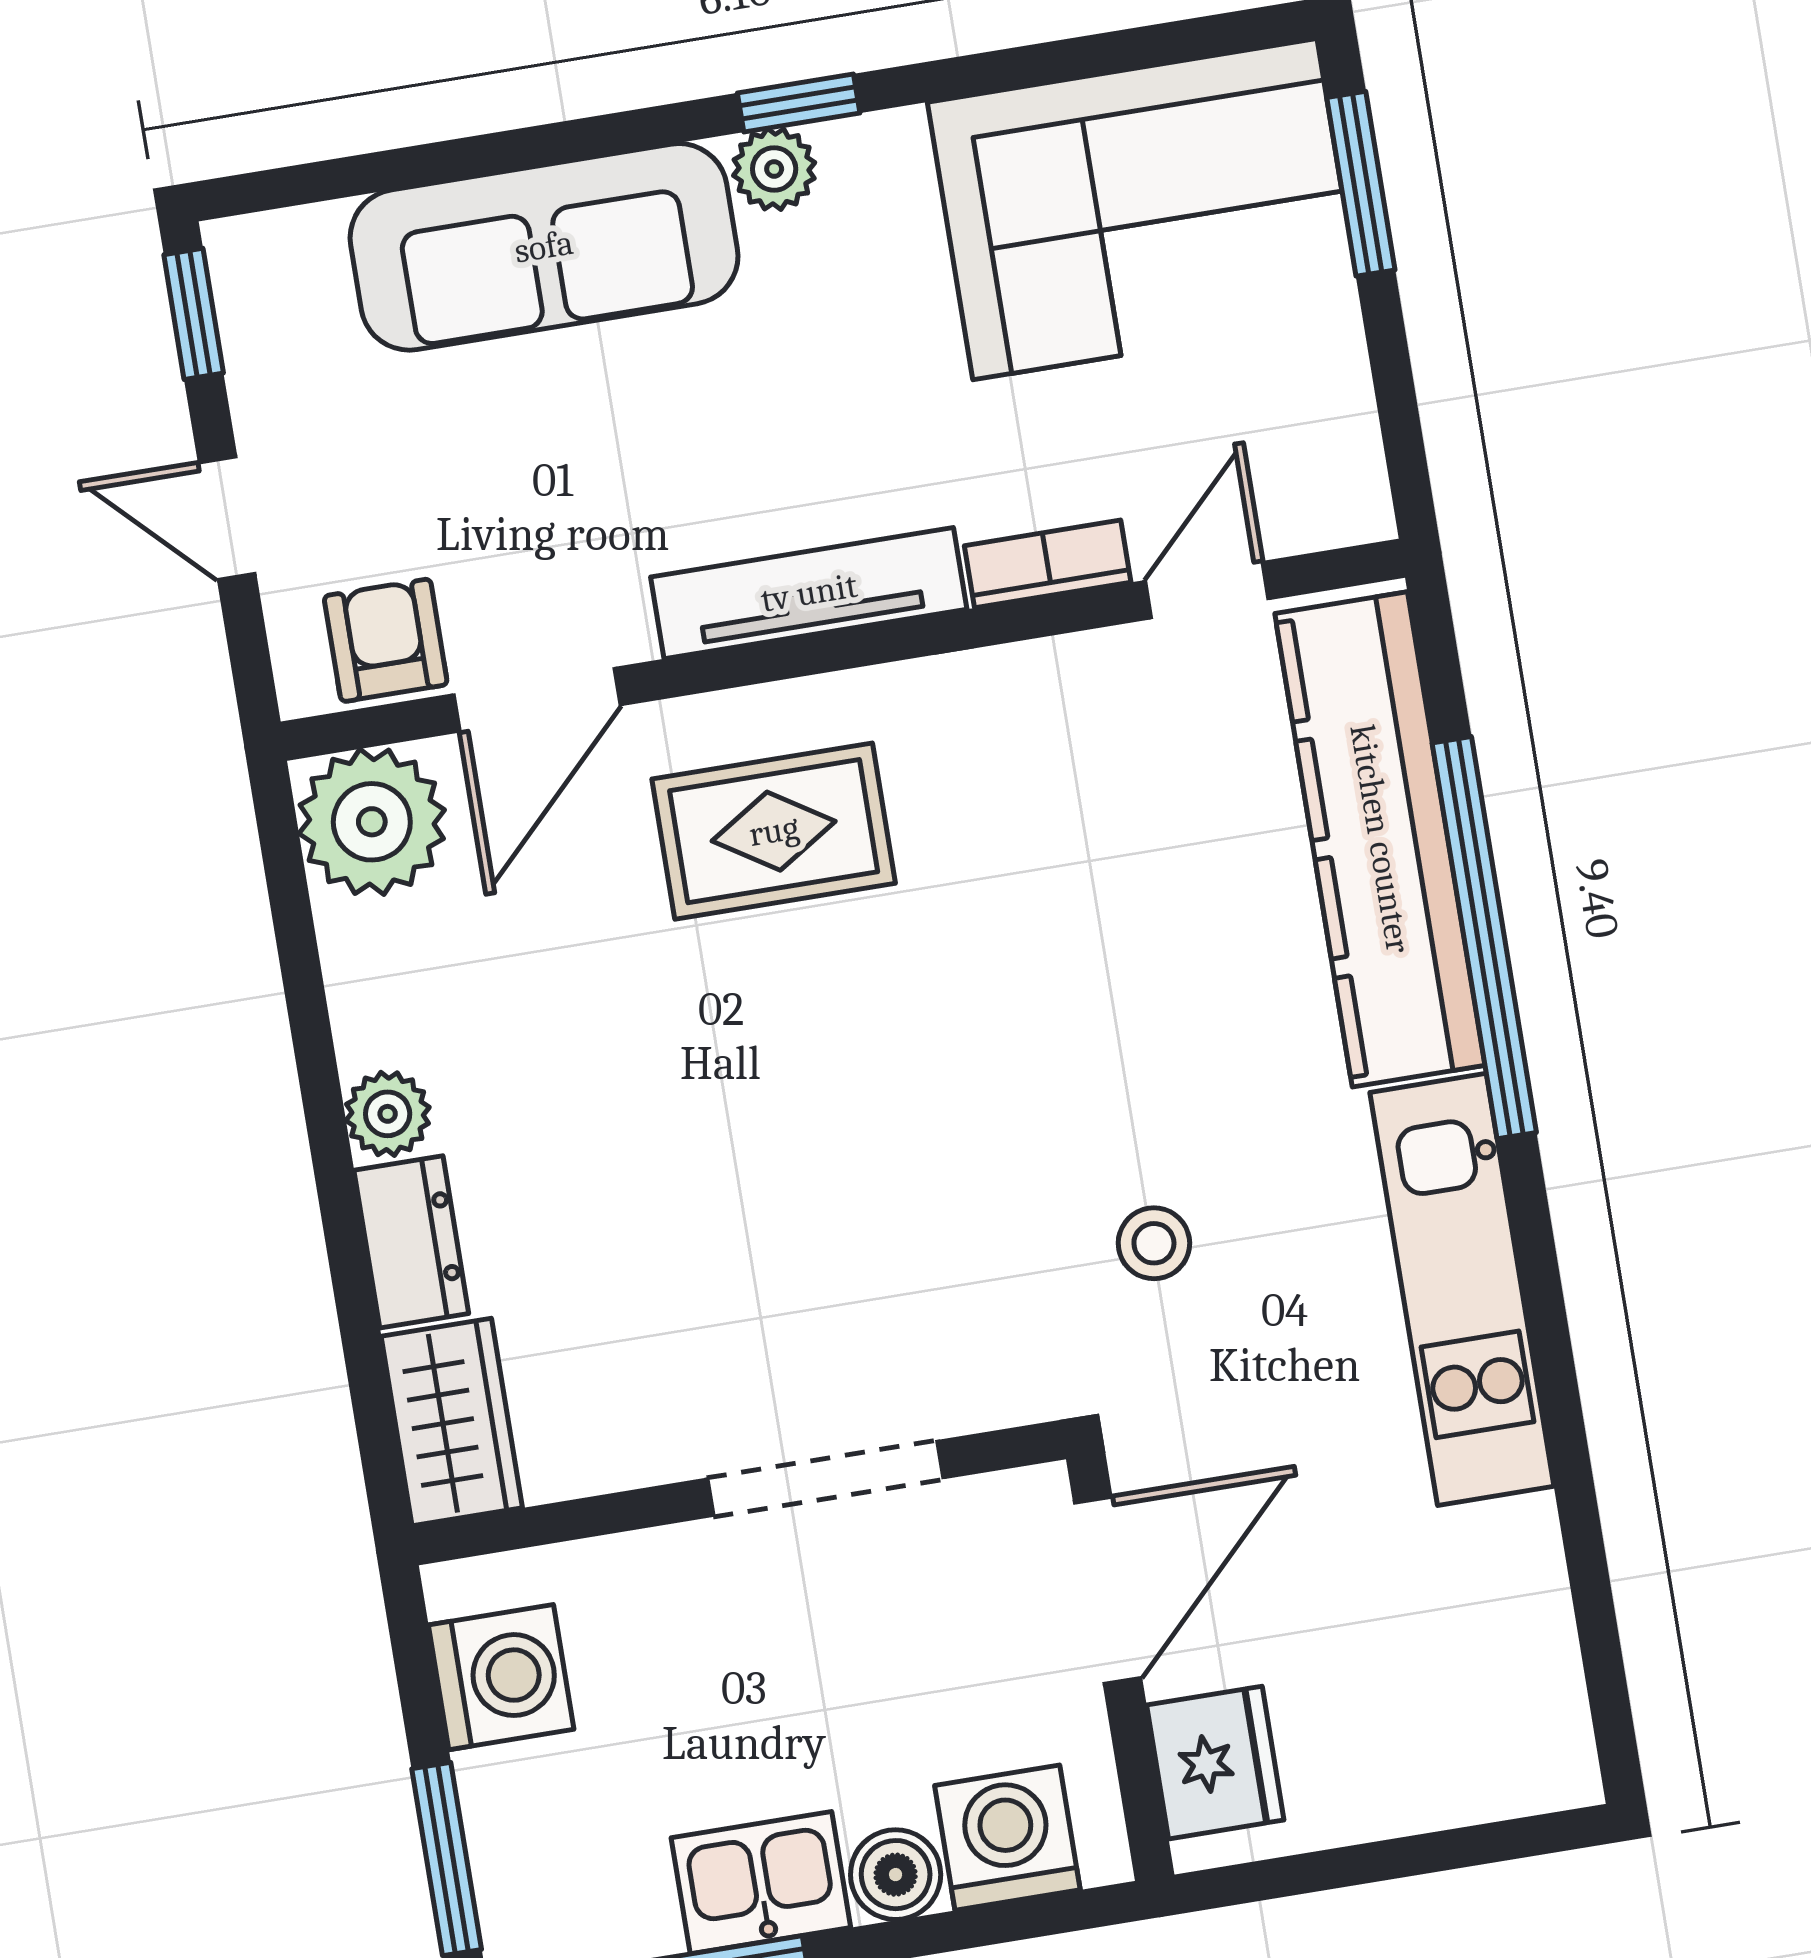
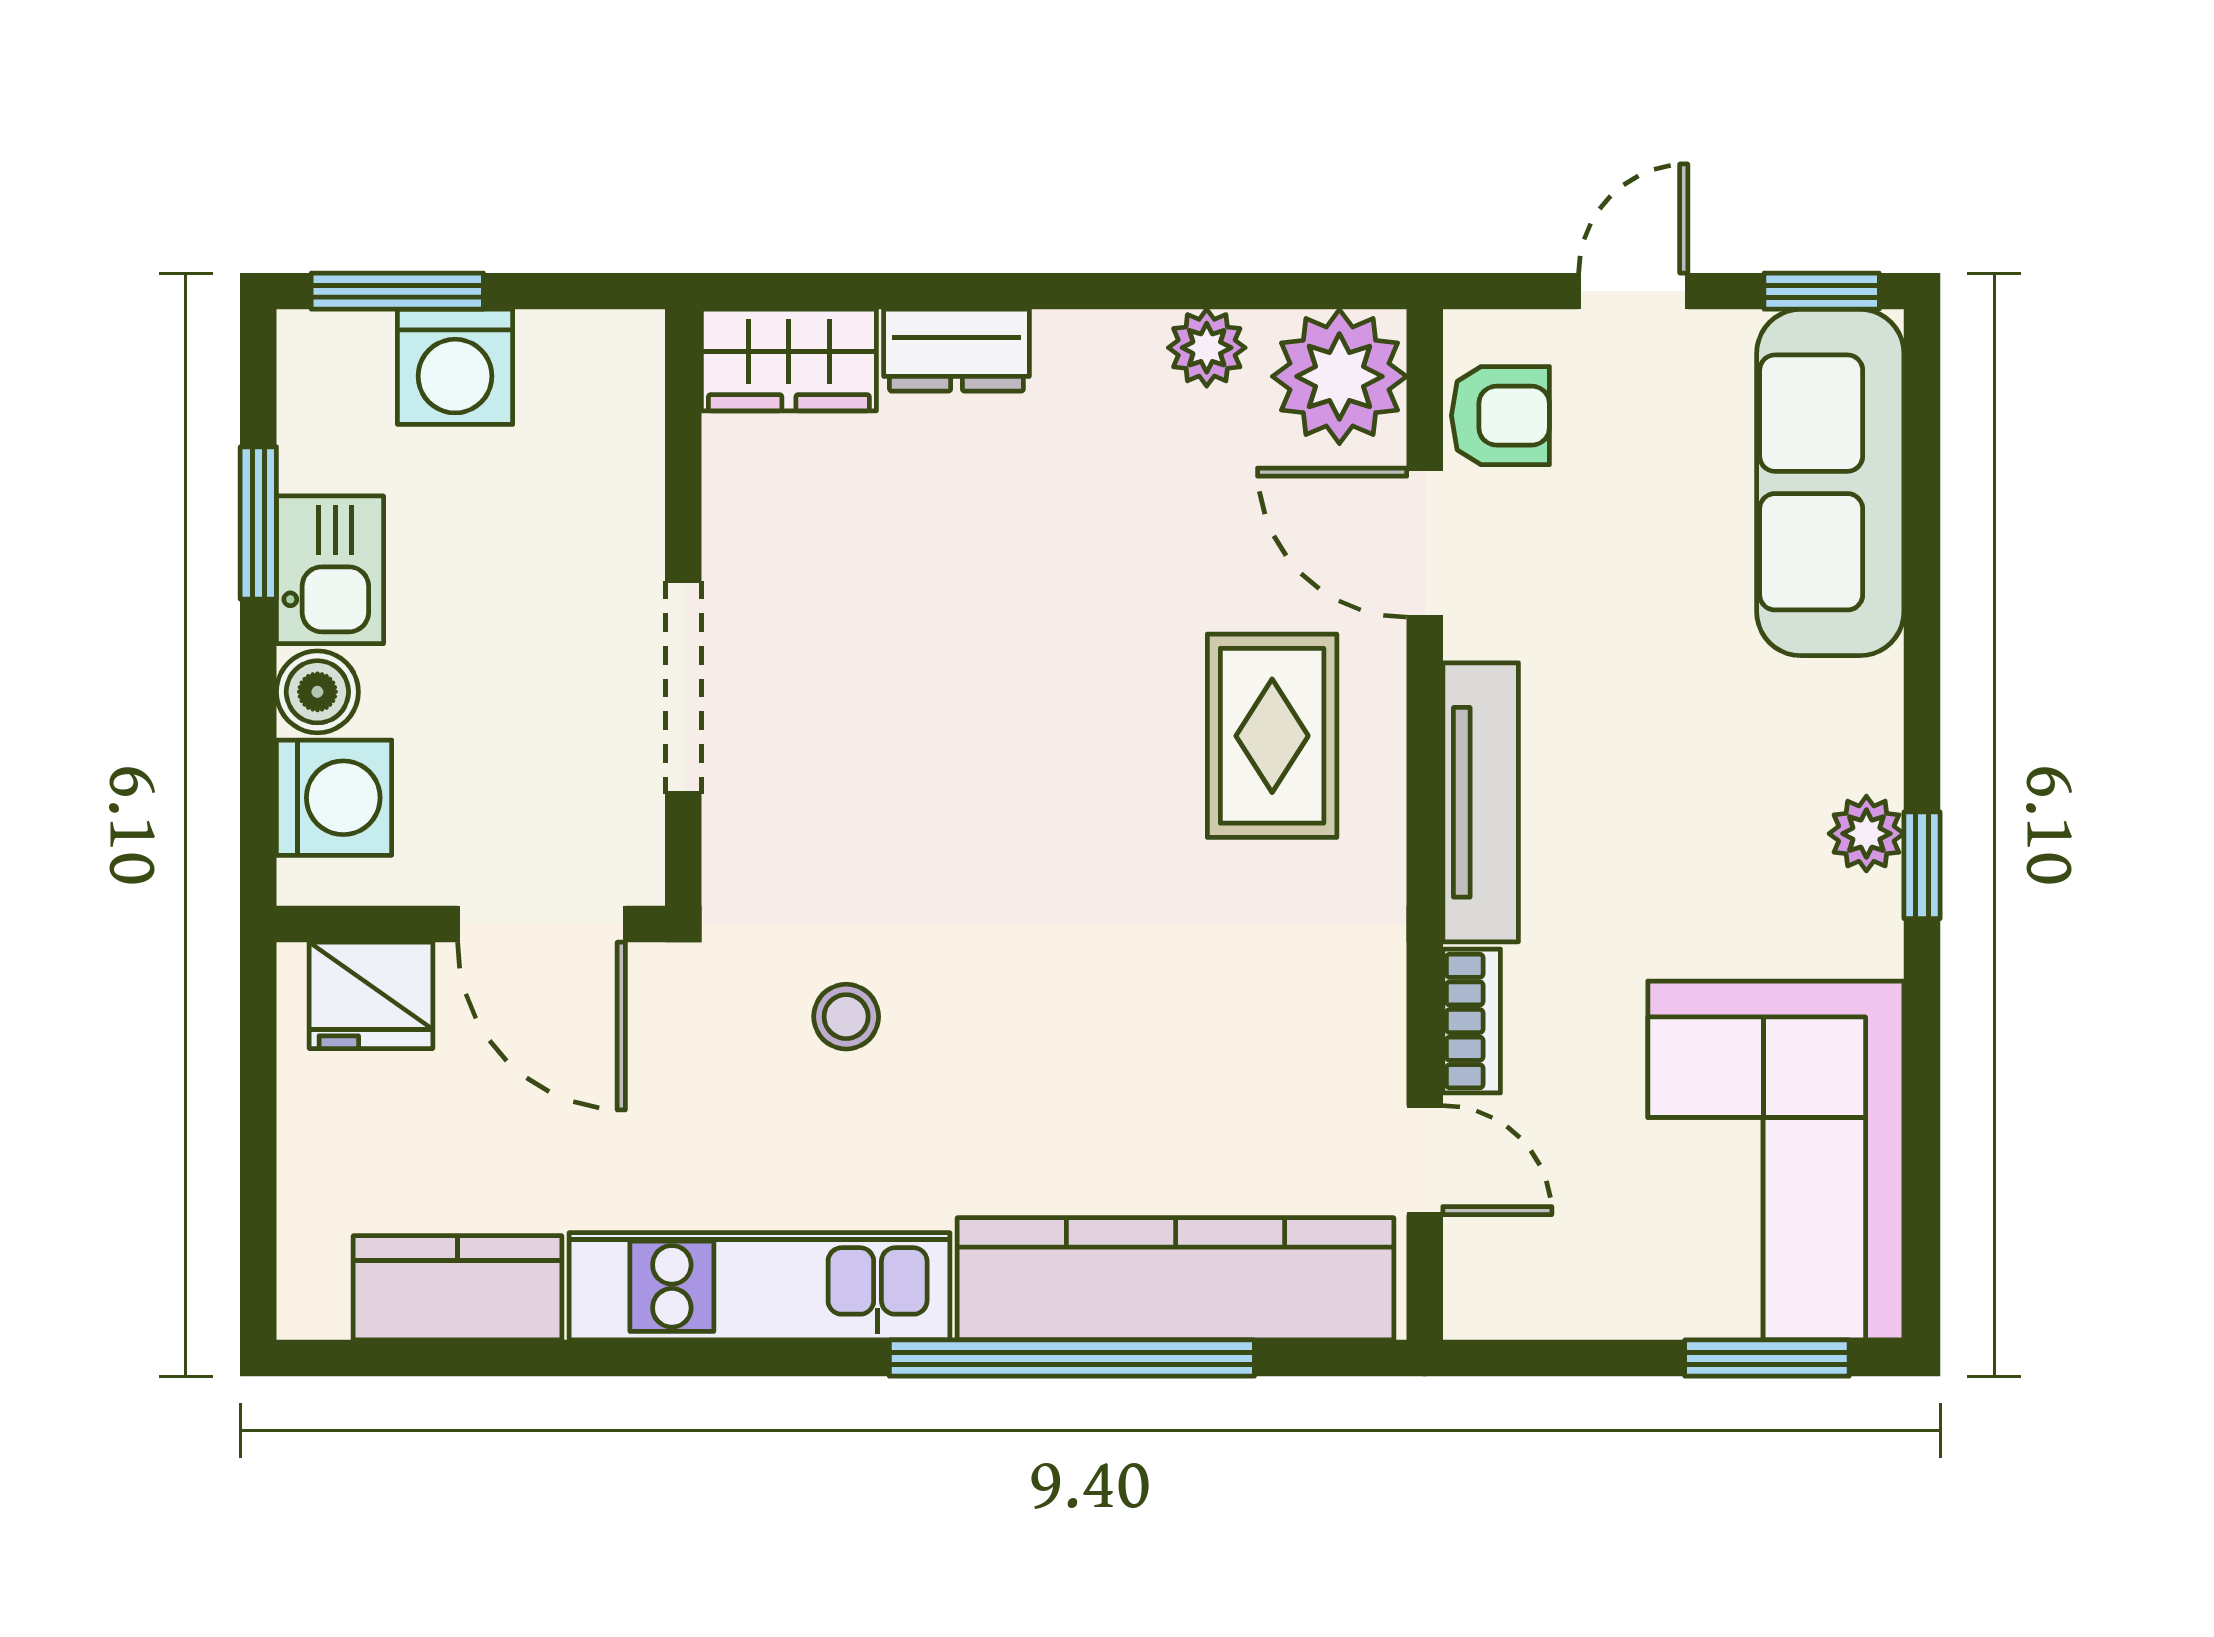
sofa: (544, 247) -> (1830, 482), moved
plant: (388, 1114) -> (1207, 348), moved
kitchen counter: (1517, 1617) -> (458, 1288), added
washing machine: (501, 1677) -> (455, 367), moved

